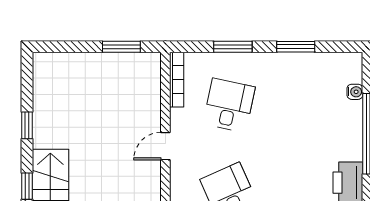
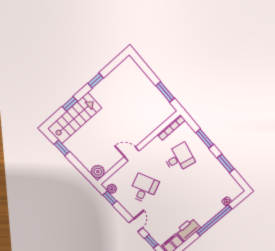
door: (165, 146) -> (132, 154), moved

